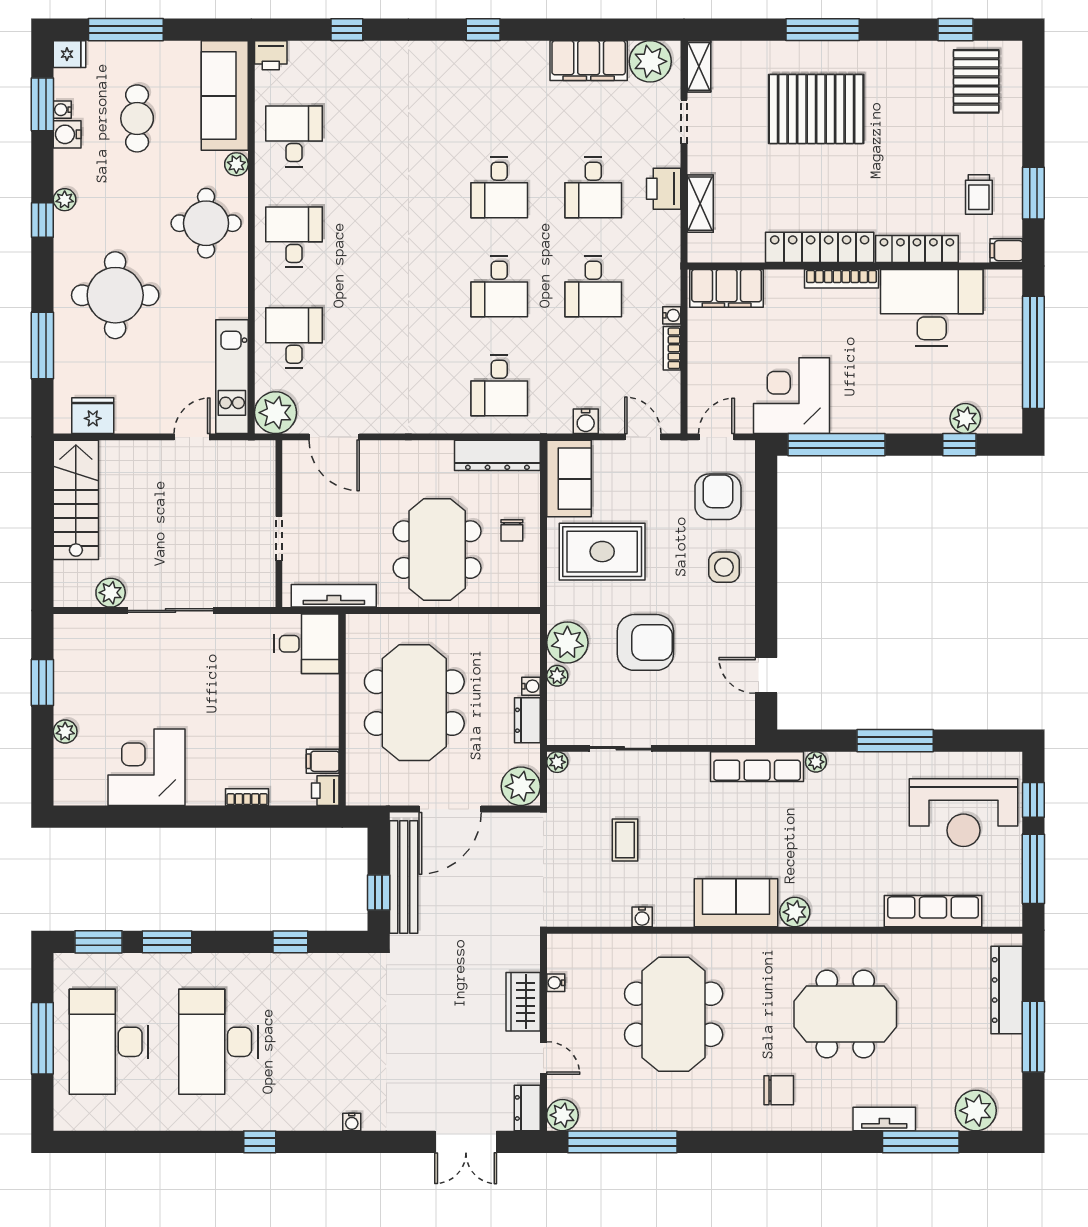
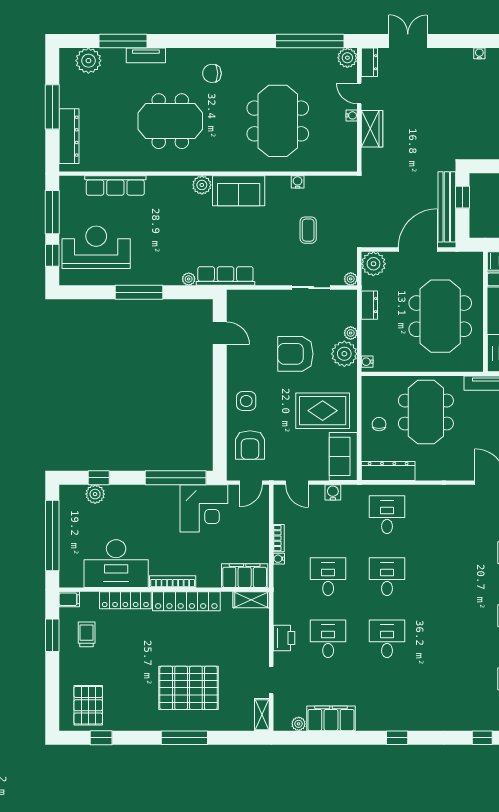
plant: (650, 61) -> (299, 724), width x0.53, depth x0.53
shelving: (700, 204) -> (251, 600), moved, turned 90
water cooler: (531, 686) -> (367, 362), moved
water cooler: (556, 983) -> (352, 115), moved

